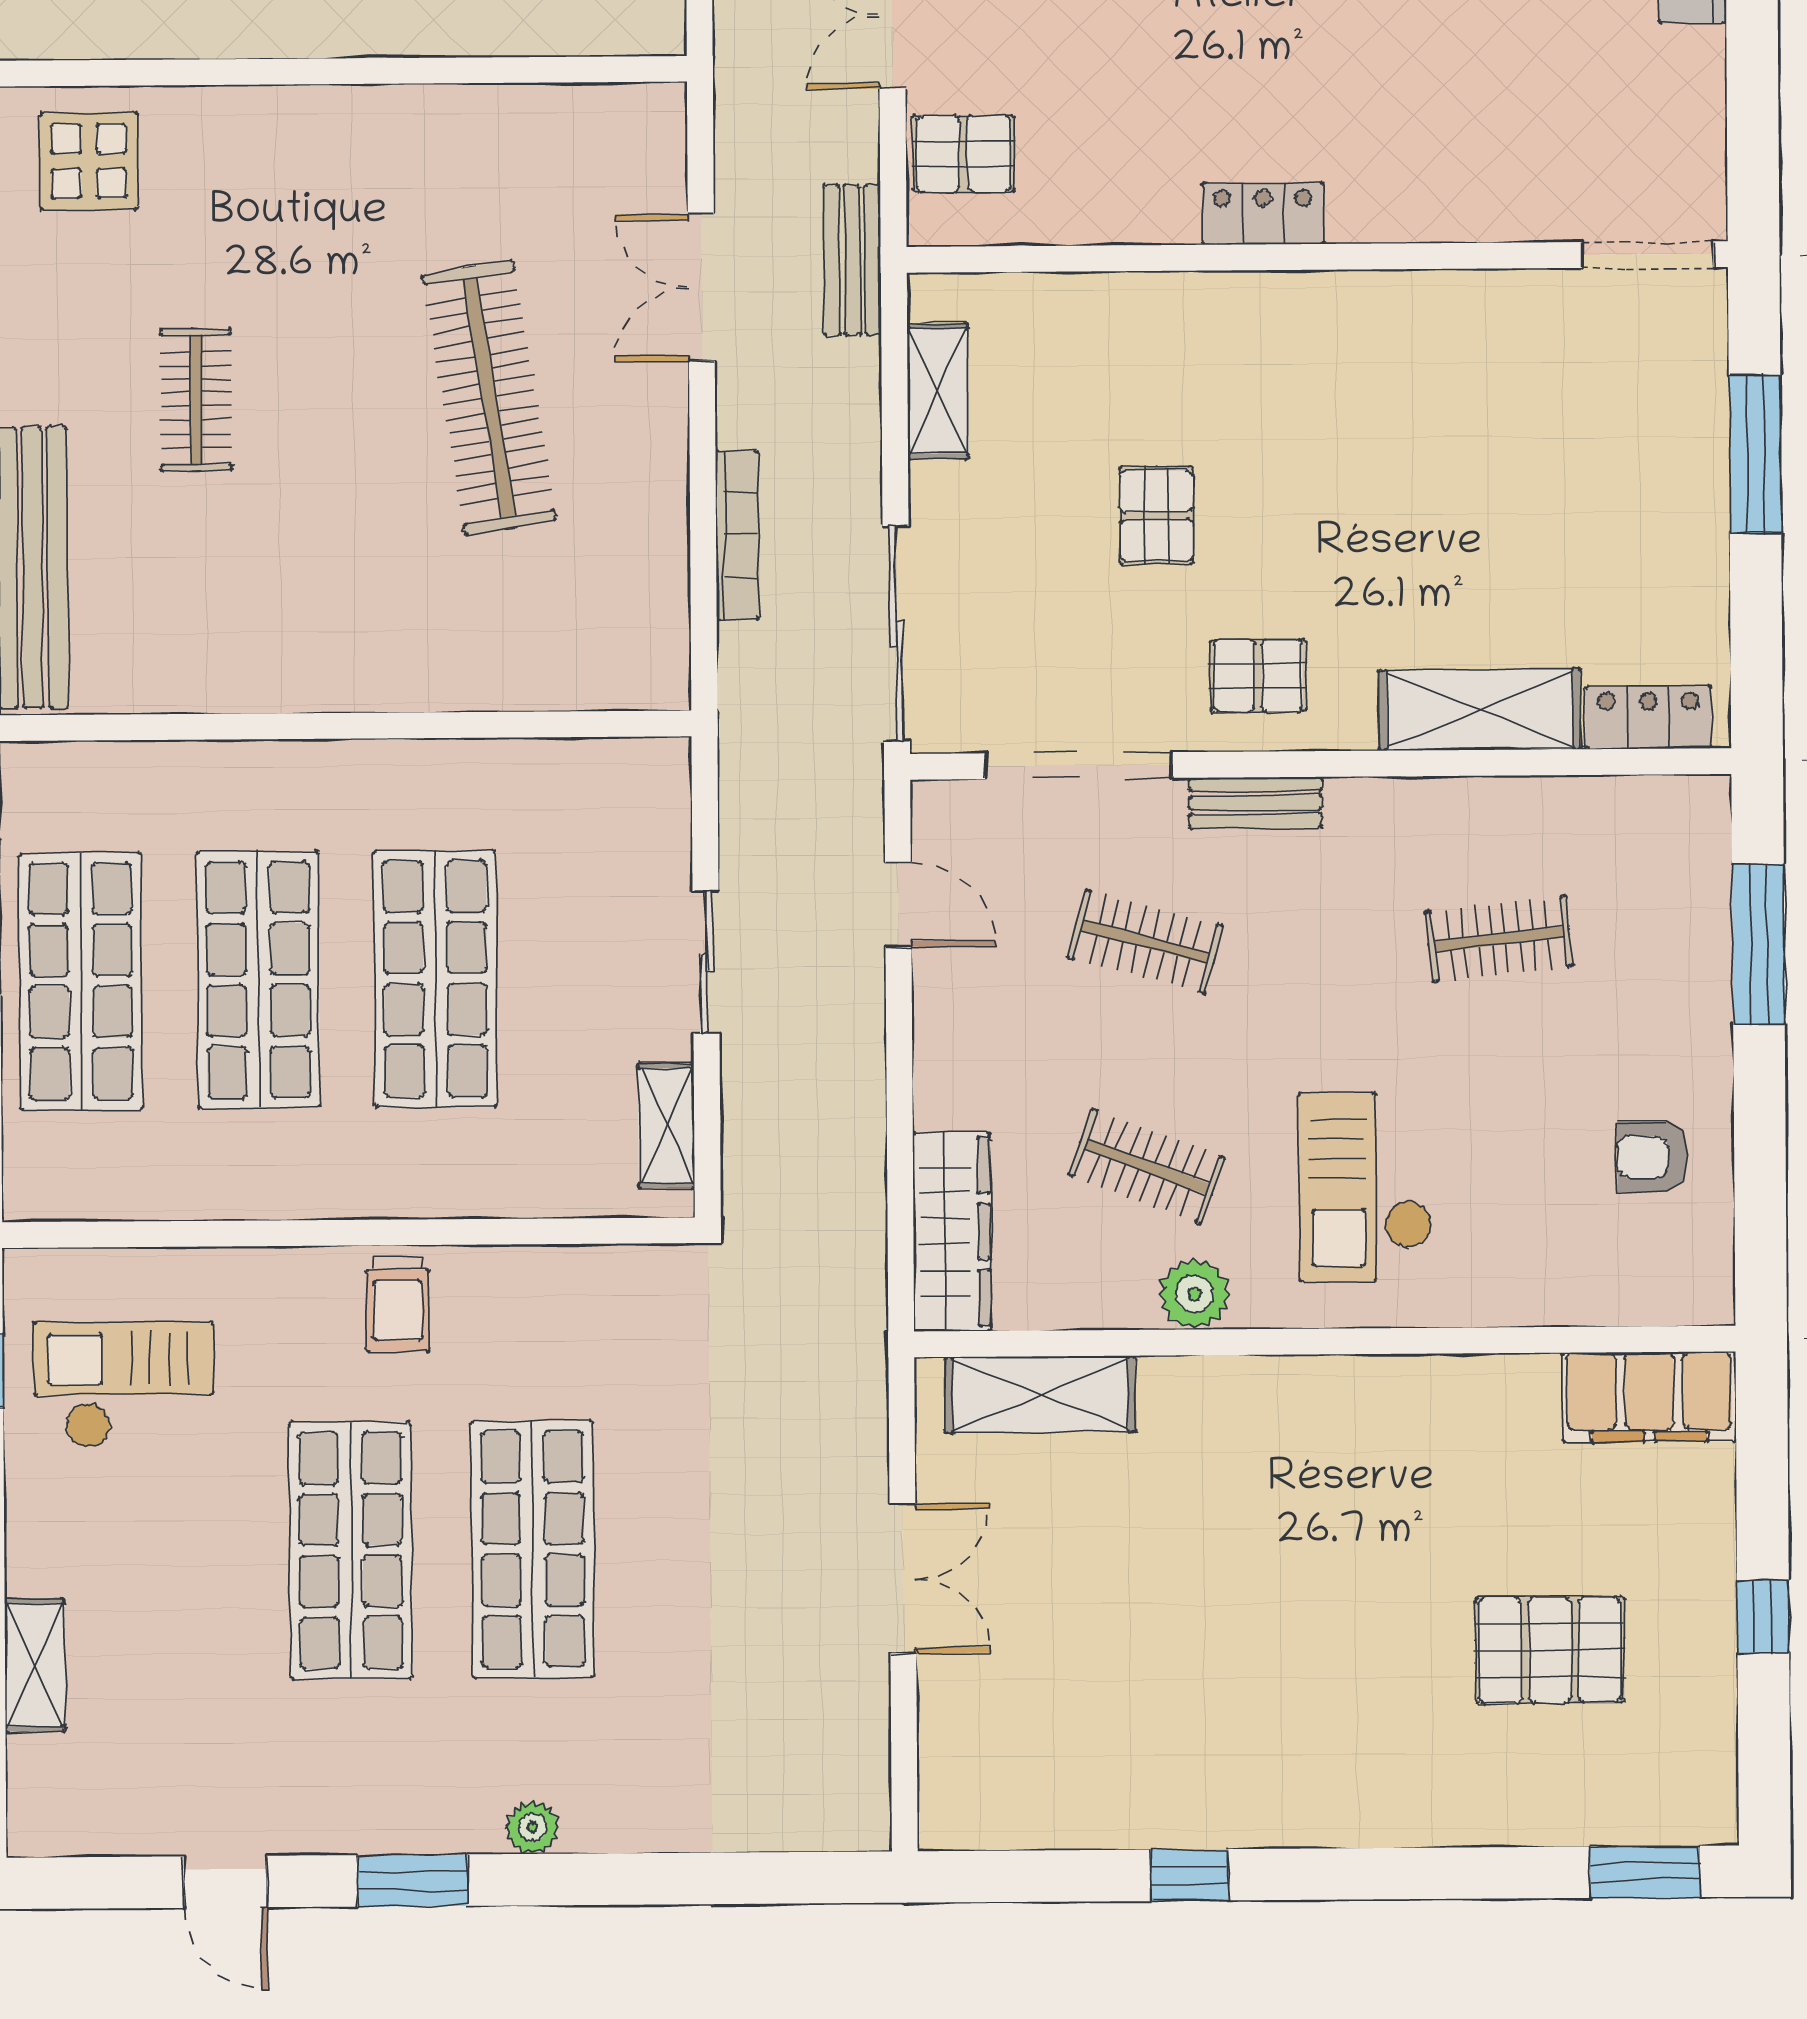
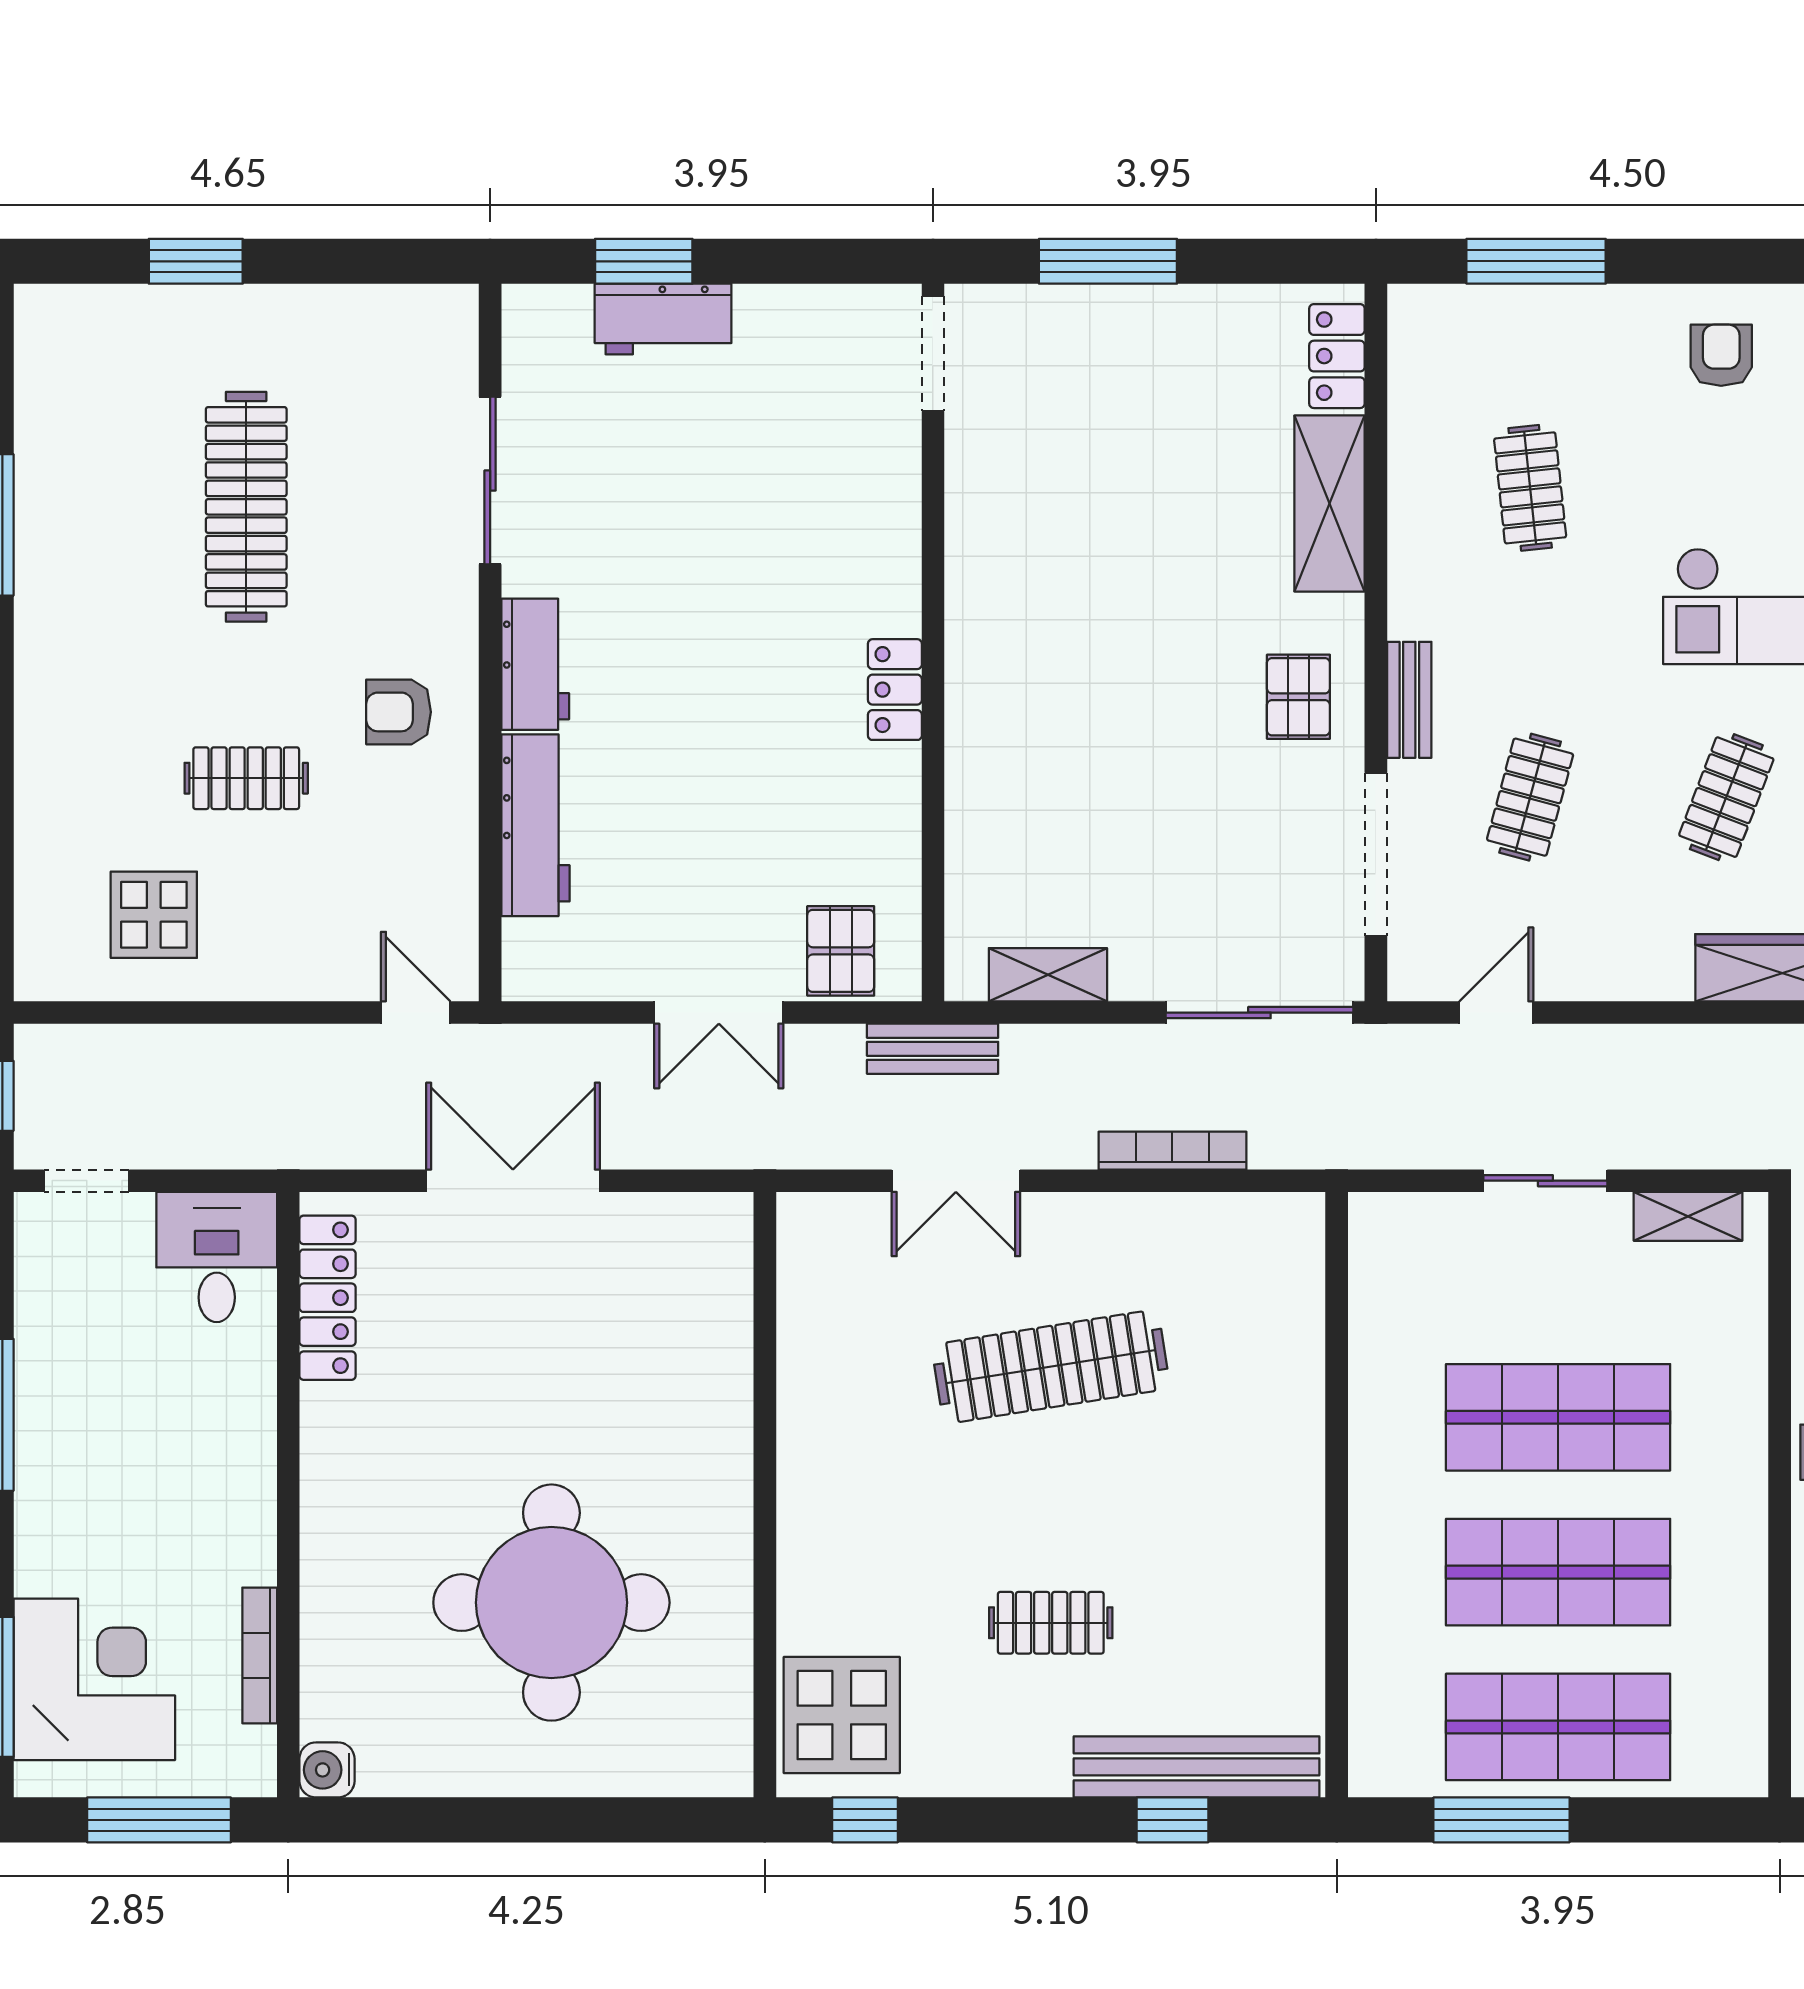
display table: (89, 161) -> (842, 1715), width x1.36, depth x1.36
pallet: (1156, 516) -> (1158, 785), removed
armchair: (1652, 1157) -> (1721, 355), turned 180

